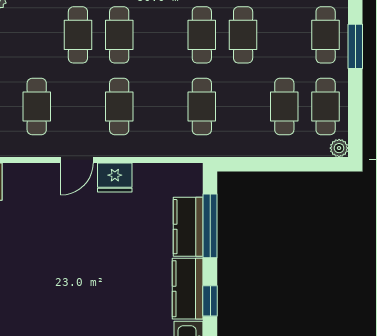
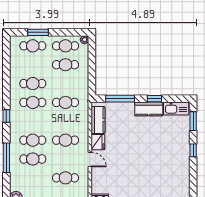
kitchen counter: (188, 227) -> (98, 120), moved, turned -90

